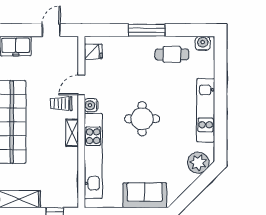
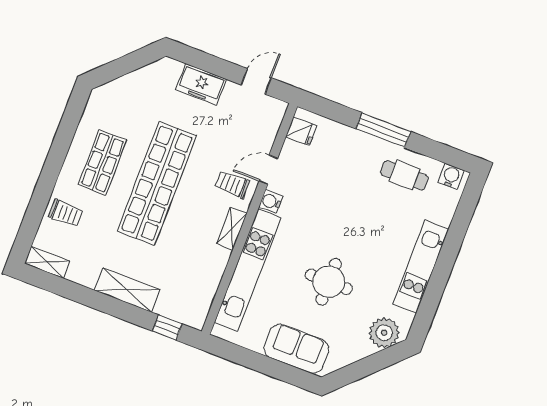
round table: (142, 119) -> (329, 282), moved

